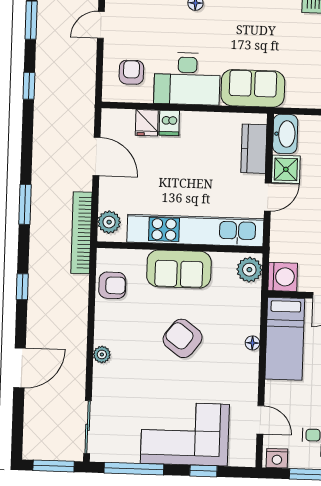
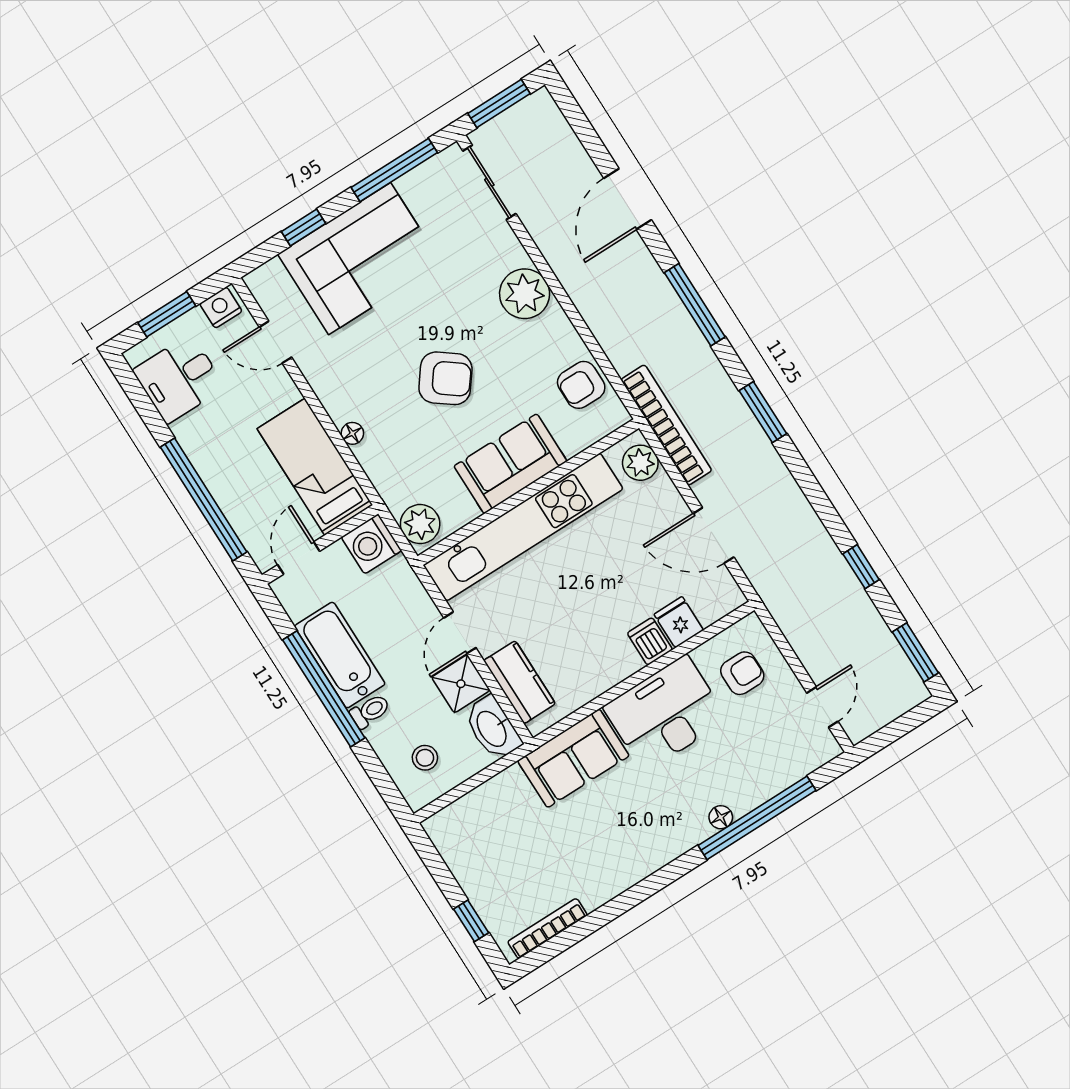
armchair: (131, 72) -> (742, 673), turned -90
window: (22, 287) -> (695, 305), width x2.17
plant: (102, 355) -> (525, 294), width x1.88, depth x1.88

